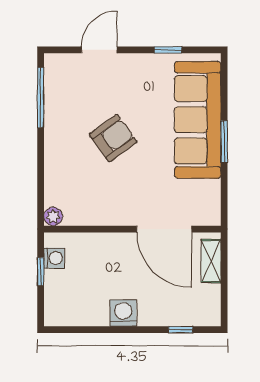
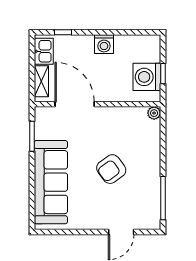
window: (168, 50) -> (72, 232), removed
window: (224, 142) -> (32, 136), moved
washing machine: (54, 258) -> (147, 77), width x1.89, depth x1.89
kitchen sink: (208, 303) -> (44, 51), added

